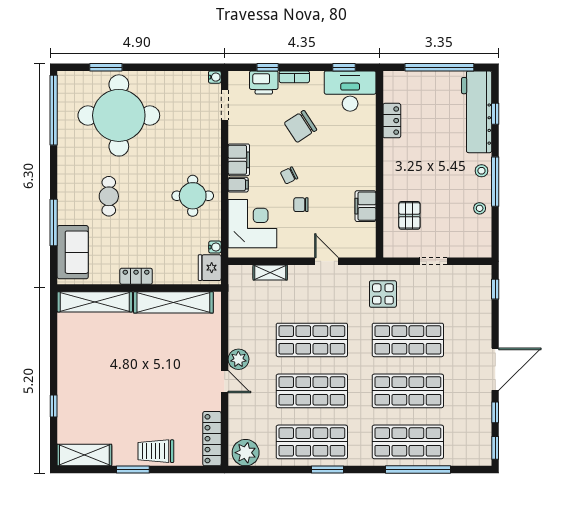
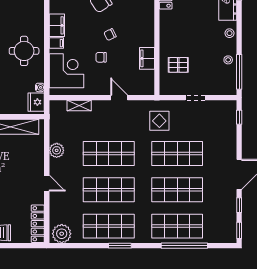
chair: (289, 175) -> (110, 35), moved
window: (495, 182) -> (239, 72), moved
pallet: (409, 215) -> (178, 65), turned 90
plant: (238, 359) -> (57, 150), moved

